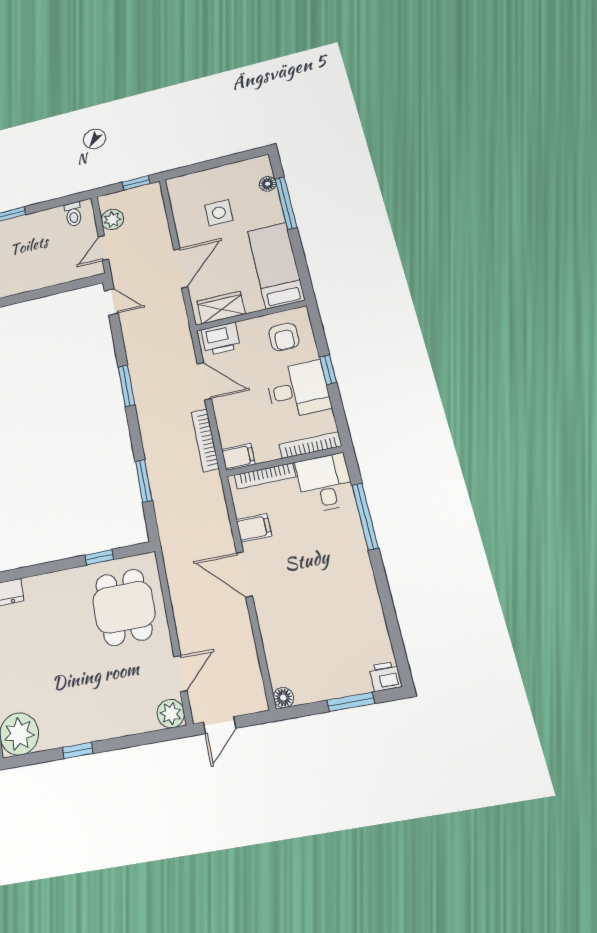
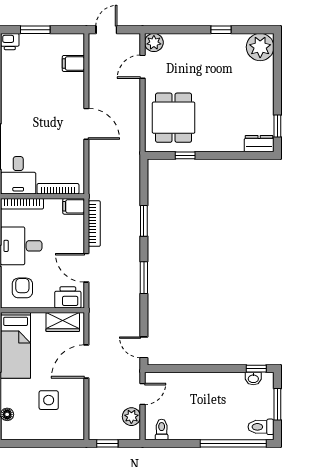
window: (144, 481) -> (144, 221), moved
filing cabinet: (254, 528) -> (73, 63), moved
floor lamp: (283, 698) -> (78, 40), removed
door: (219, 725) -> (106, 30), moved

